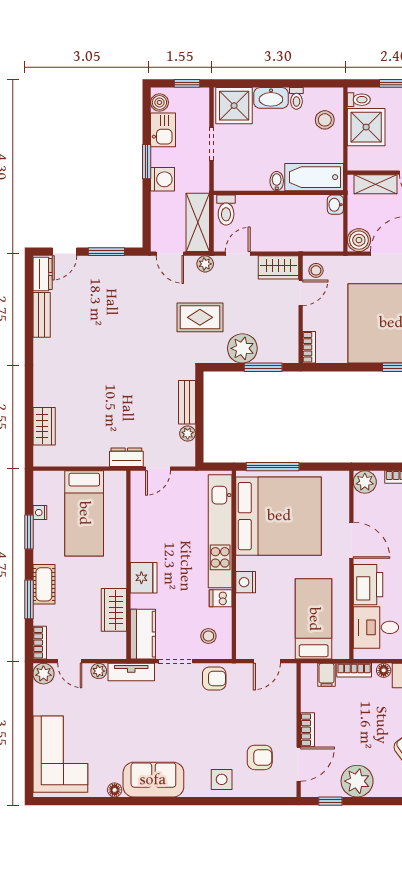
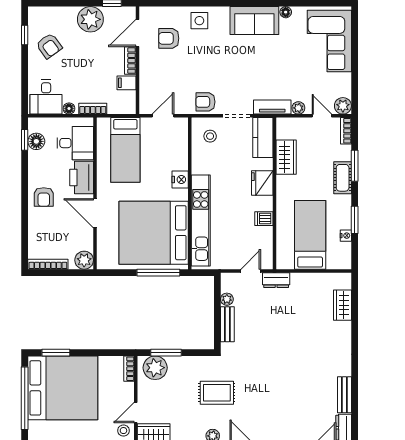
plant: (242, 348) -> (155, 368), moved
dishwasher: (221, 598) -> (264, 219), moved, turned 180
filing cabinet: (327, 675) -> (126, 83), moved, turned -90

